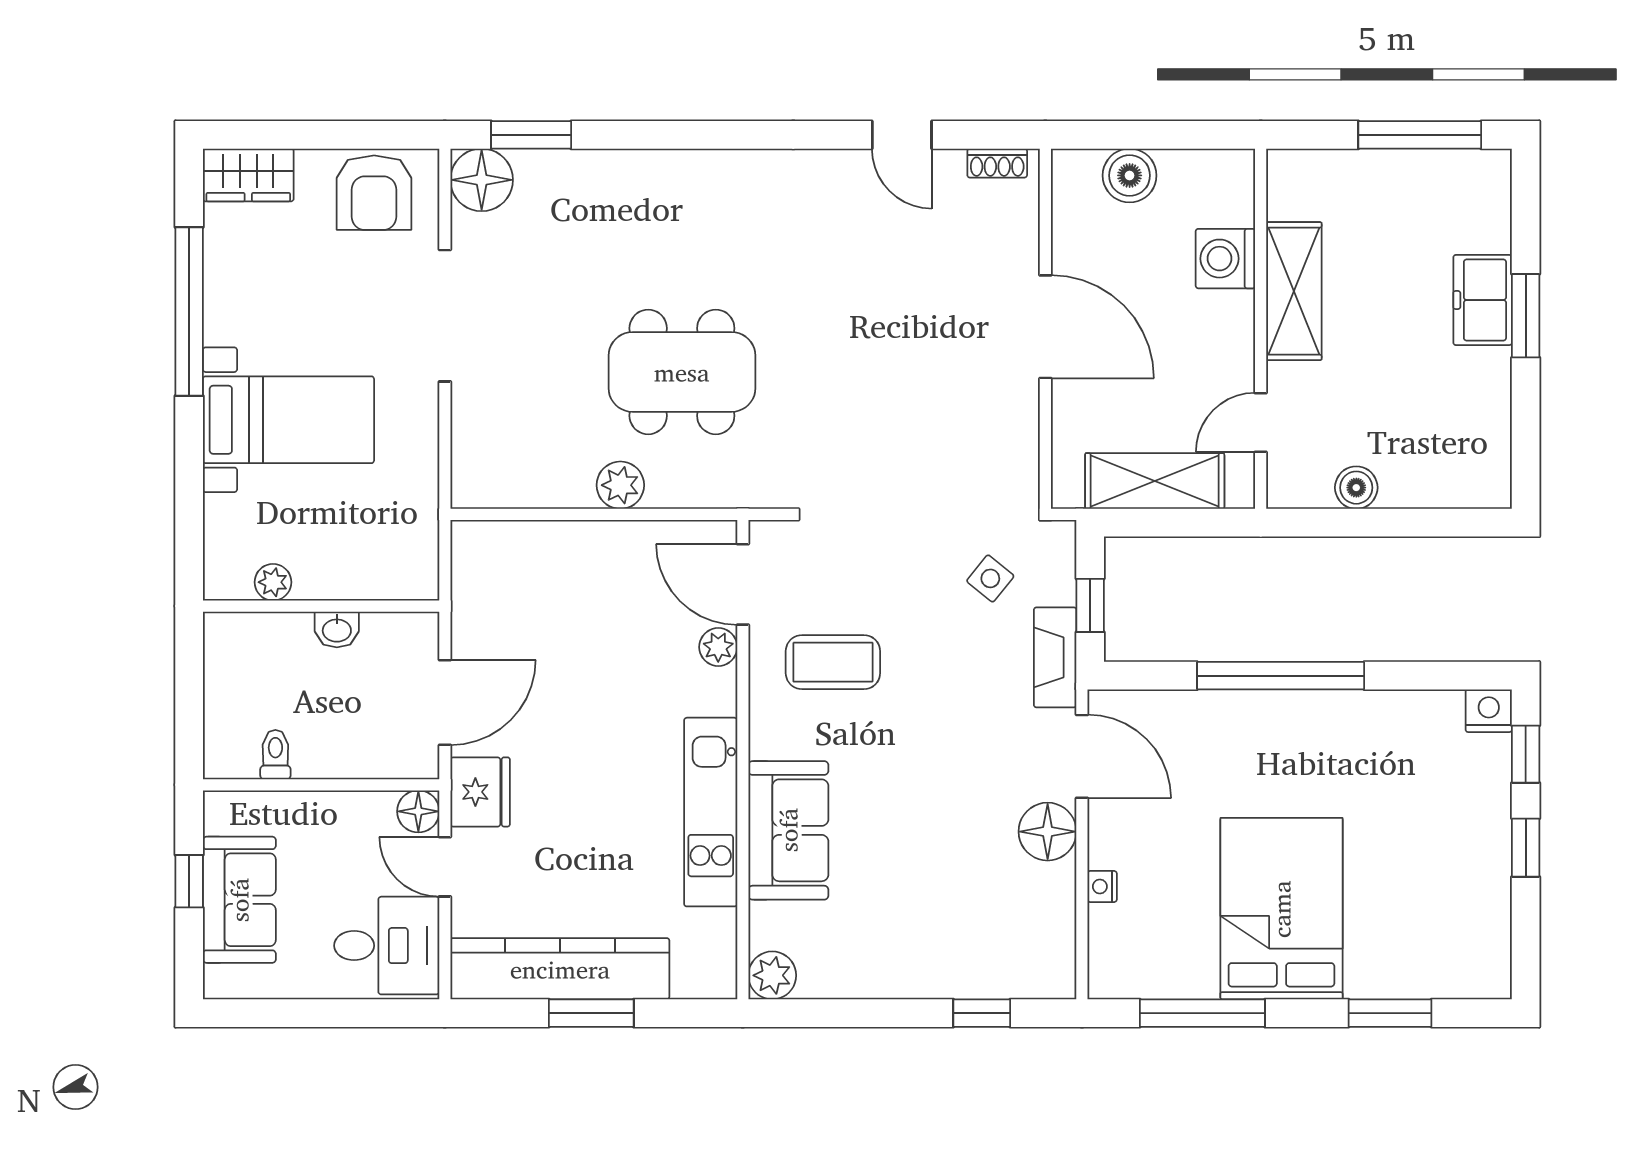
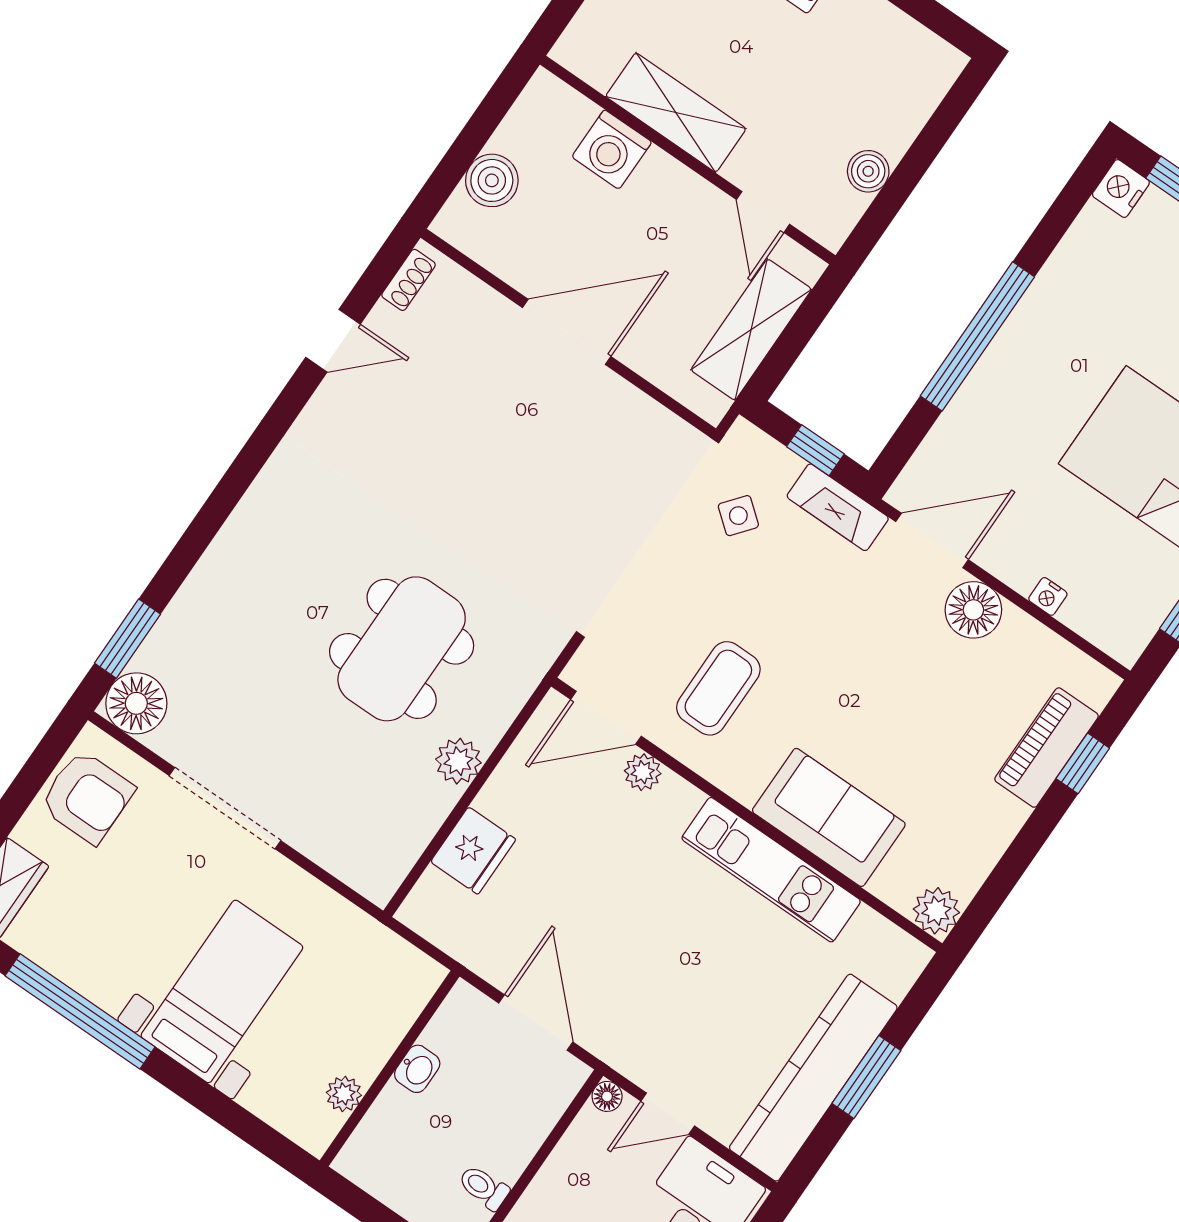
fridge: (480, 792) -> (473, 851), moved, turned 90
floor lamp: (418, 811) -> (607, 1096), width x0.73, depth x0.73
piano: (974, 973) -> (1046, 748), added

